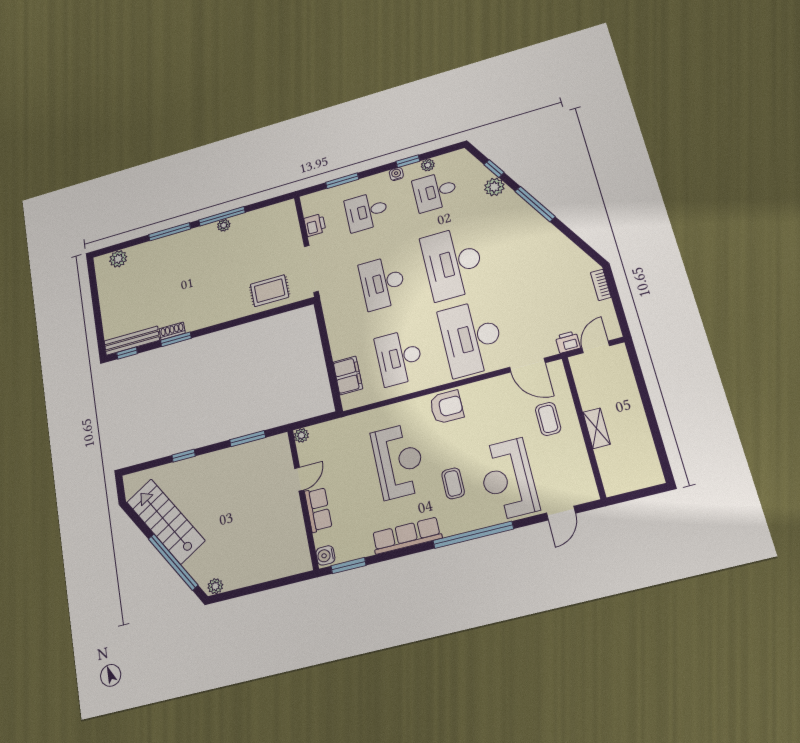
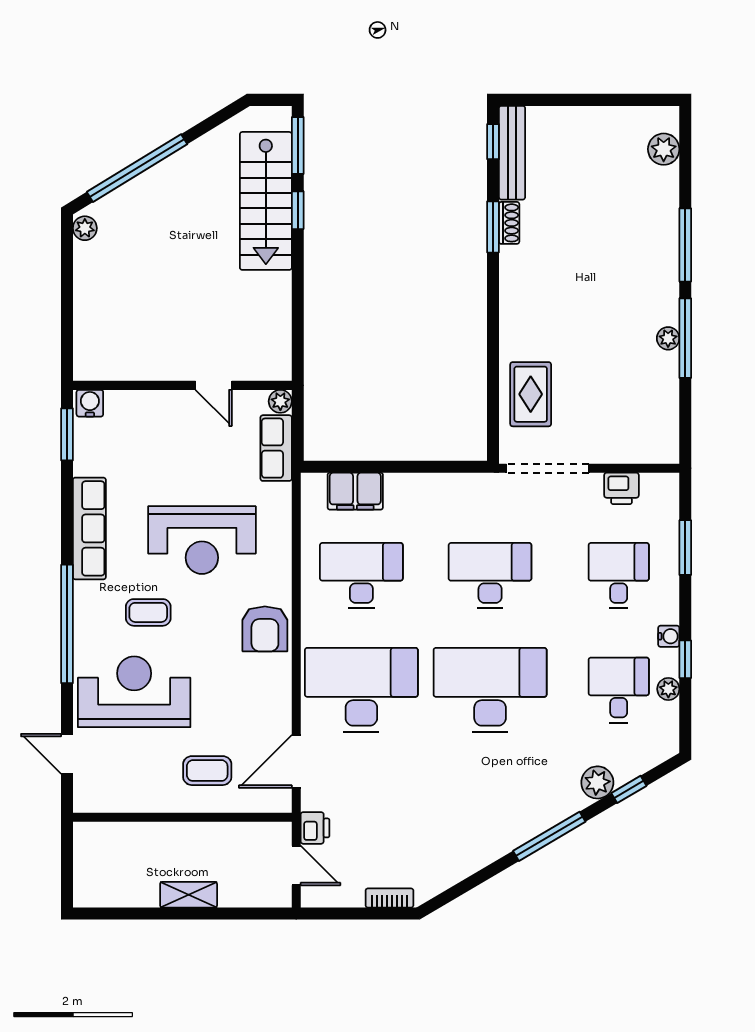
shelving: (597, 428) -> (189, 895), moved
window: (248, 439) -> (298, 145), moved
row of seats: (318, 510) -> (276, 448), moved, turned 90
stairs: (166, 521) -> (266, 201), moved, turned 121

